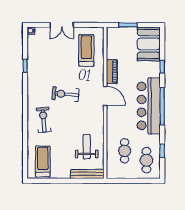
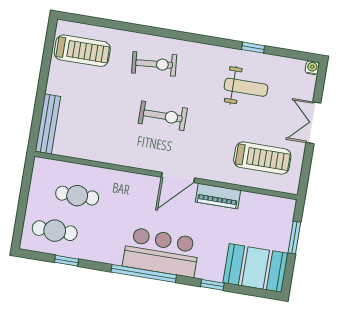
exercise bike: (66, 94) -> (163, 116), moved, turned 85
bar counter: (149, 106) -> (161, 252), width x0.73
weight bench: (87, 147) -> (246, 87), moved

